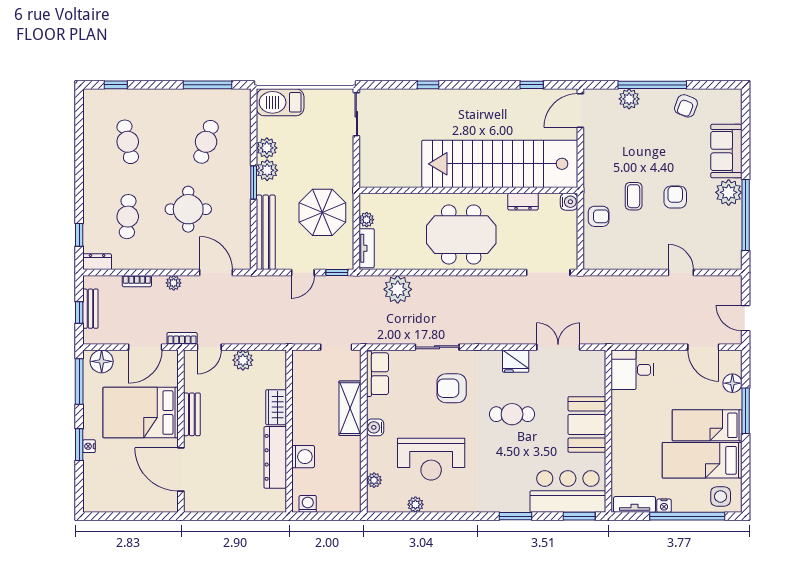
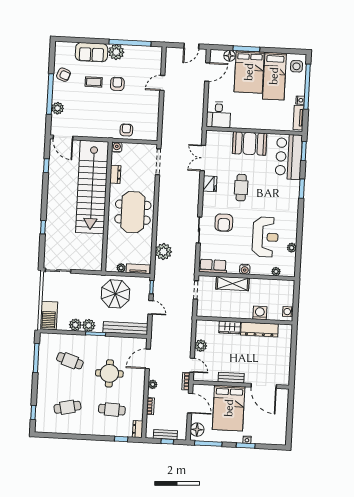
coffee table: (634, 196) -> (94, 82), moved
armchair: (675, 197) -> (117, 84), turned 90
bed: (707, 425) -> (249, 72), width x1.50
door: (181, 470) -> (264, 386), hinge flipped

